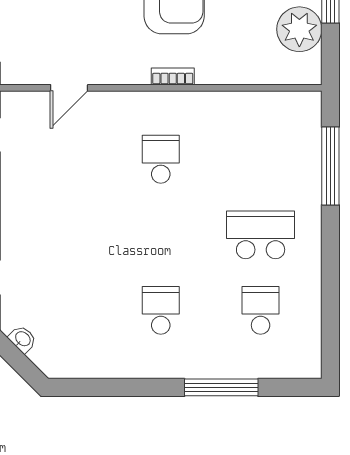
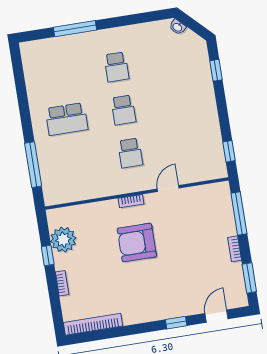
door: (69, 88) -> (168, 189), moved
school desk: (261, 310) -> (123, 110), moved
washbasin: (23, 339) -> (178, 27), moved

